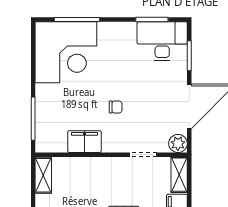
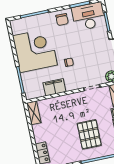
chair: (119, 37) -> (62, 19), added
corner desk: (66, 52) -> (35, 50), moved, turned -90

